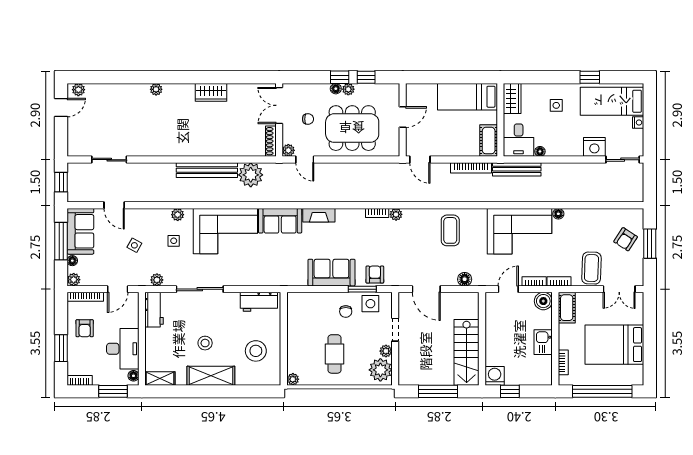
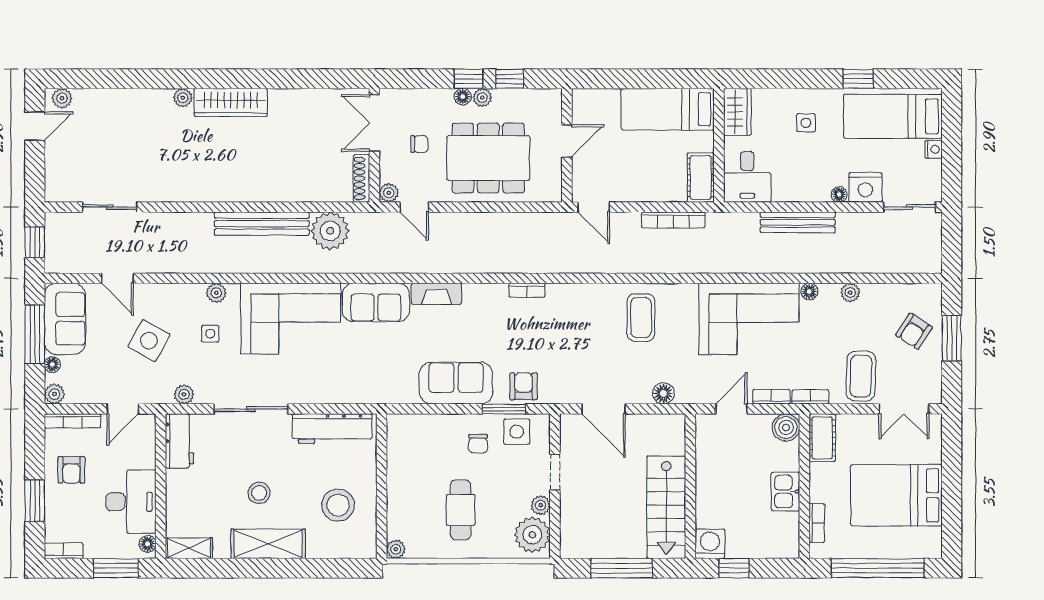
wardrobe: (211, 92) -> (231, 102), moved, width x1.50
floor lamp: (540, 151) -> (839, 194), moved
bench: (517, 169) -> (798, 222), moved
plant: (396, 214) -> (850, 293), moved
side table: (134, 245) -> (149, 341), width x1.87, depth x1.87
workbench: (259, 302) -> (332, 429), width x1.38

